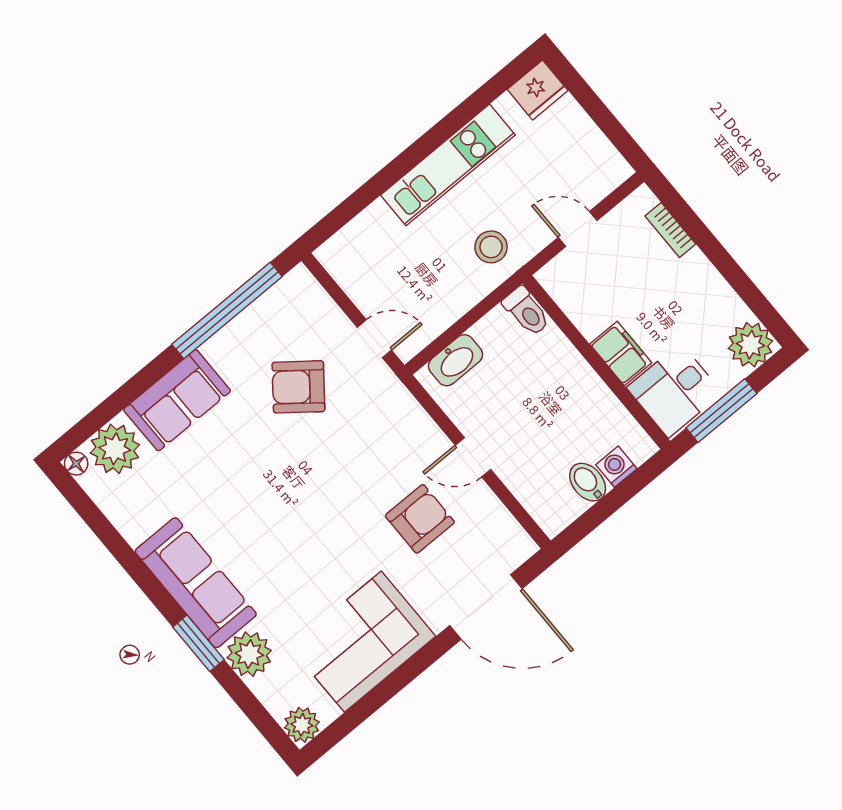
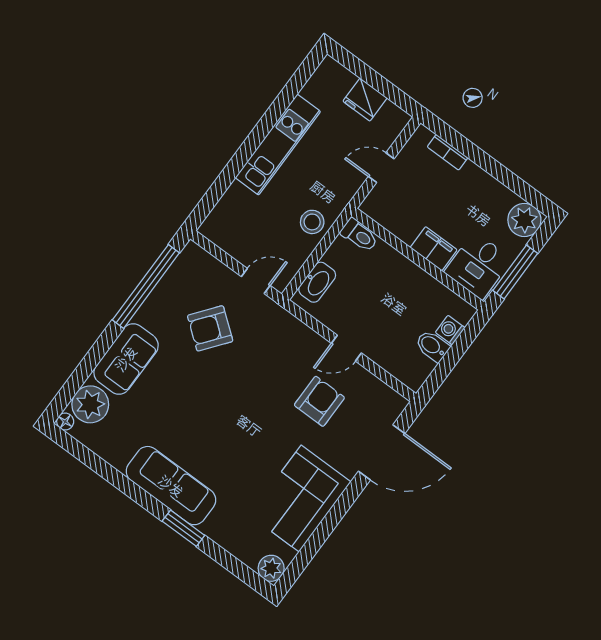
fridge: (538, 90) -> (365, 100), moved, turned 90
stool: (491, 247) -> (312, 222), moved
plant: (249, 654) -> (221, 527), removed

